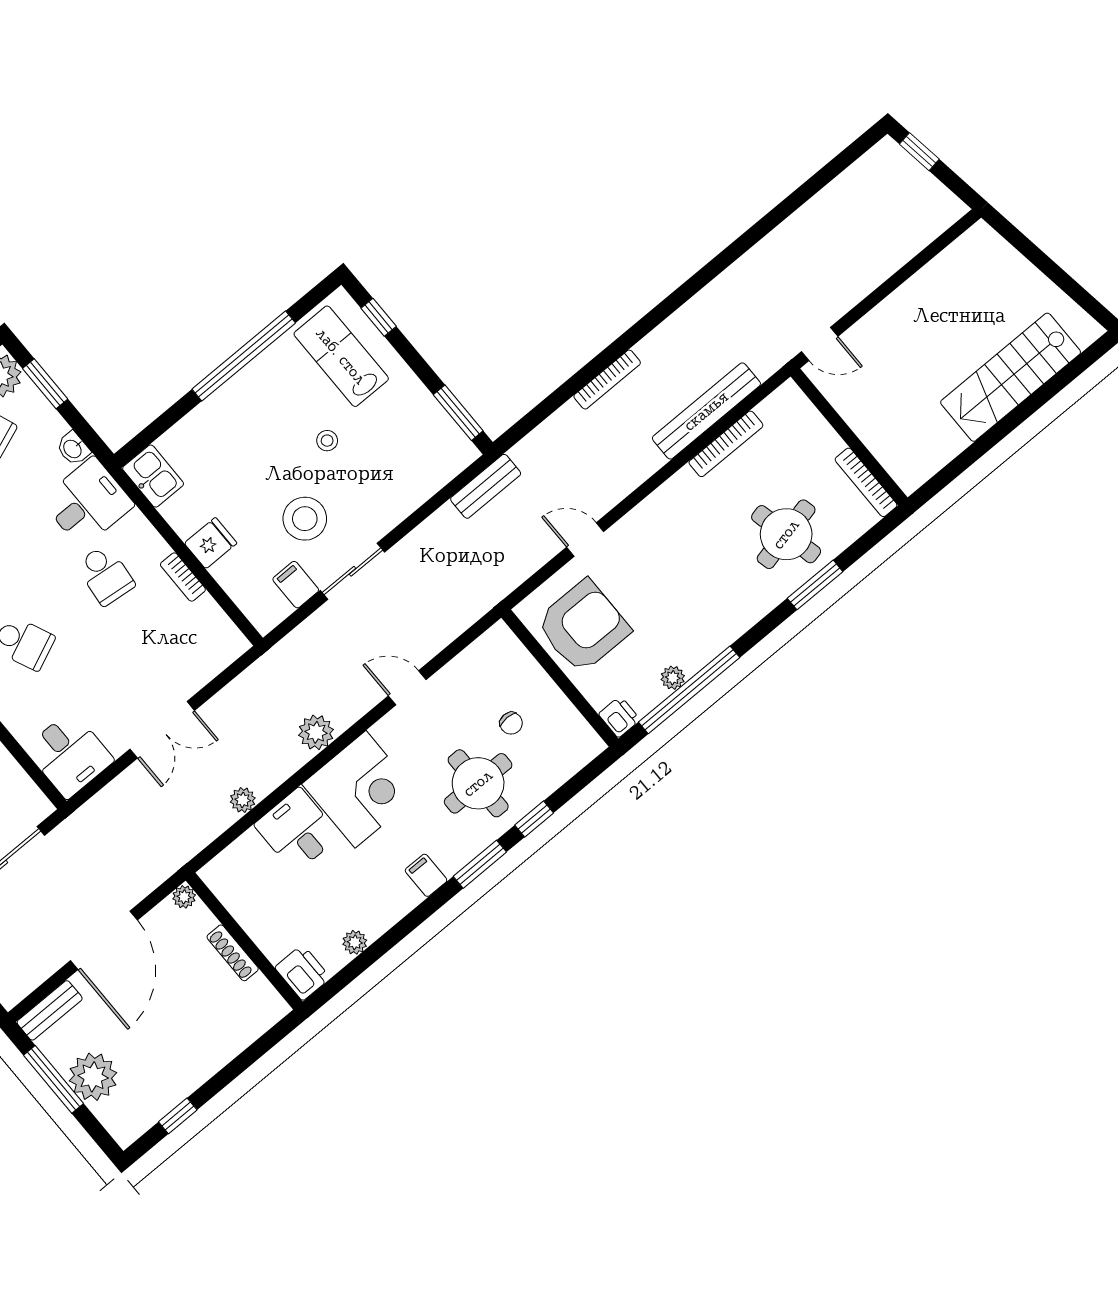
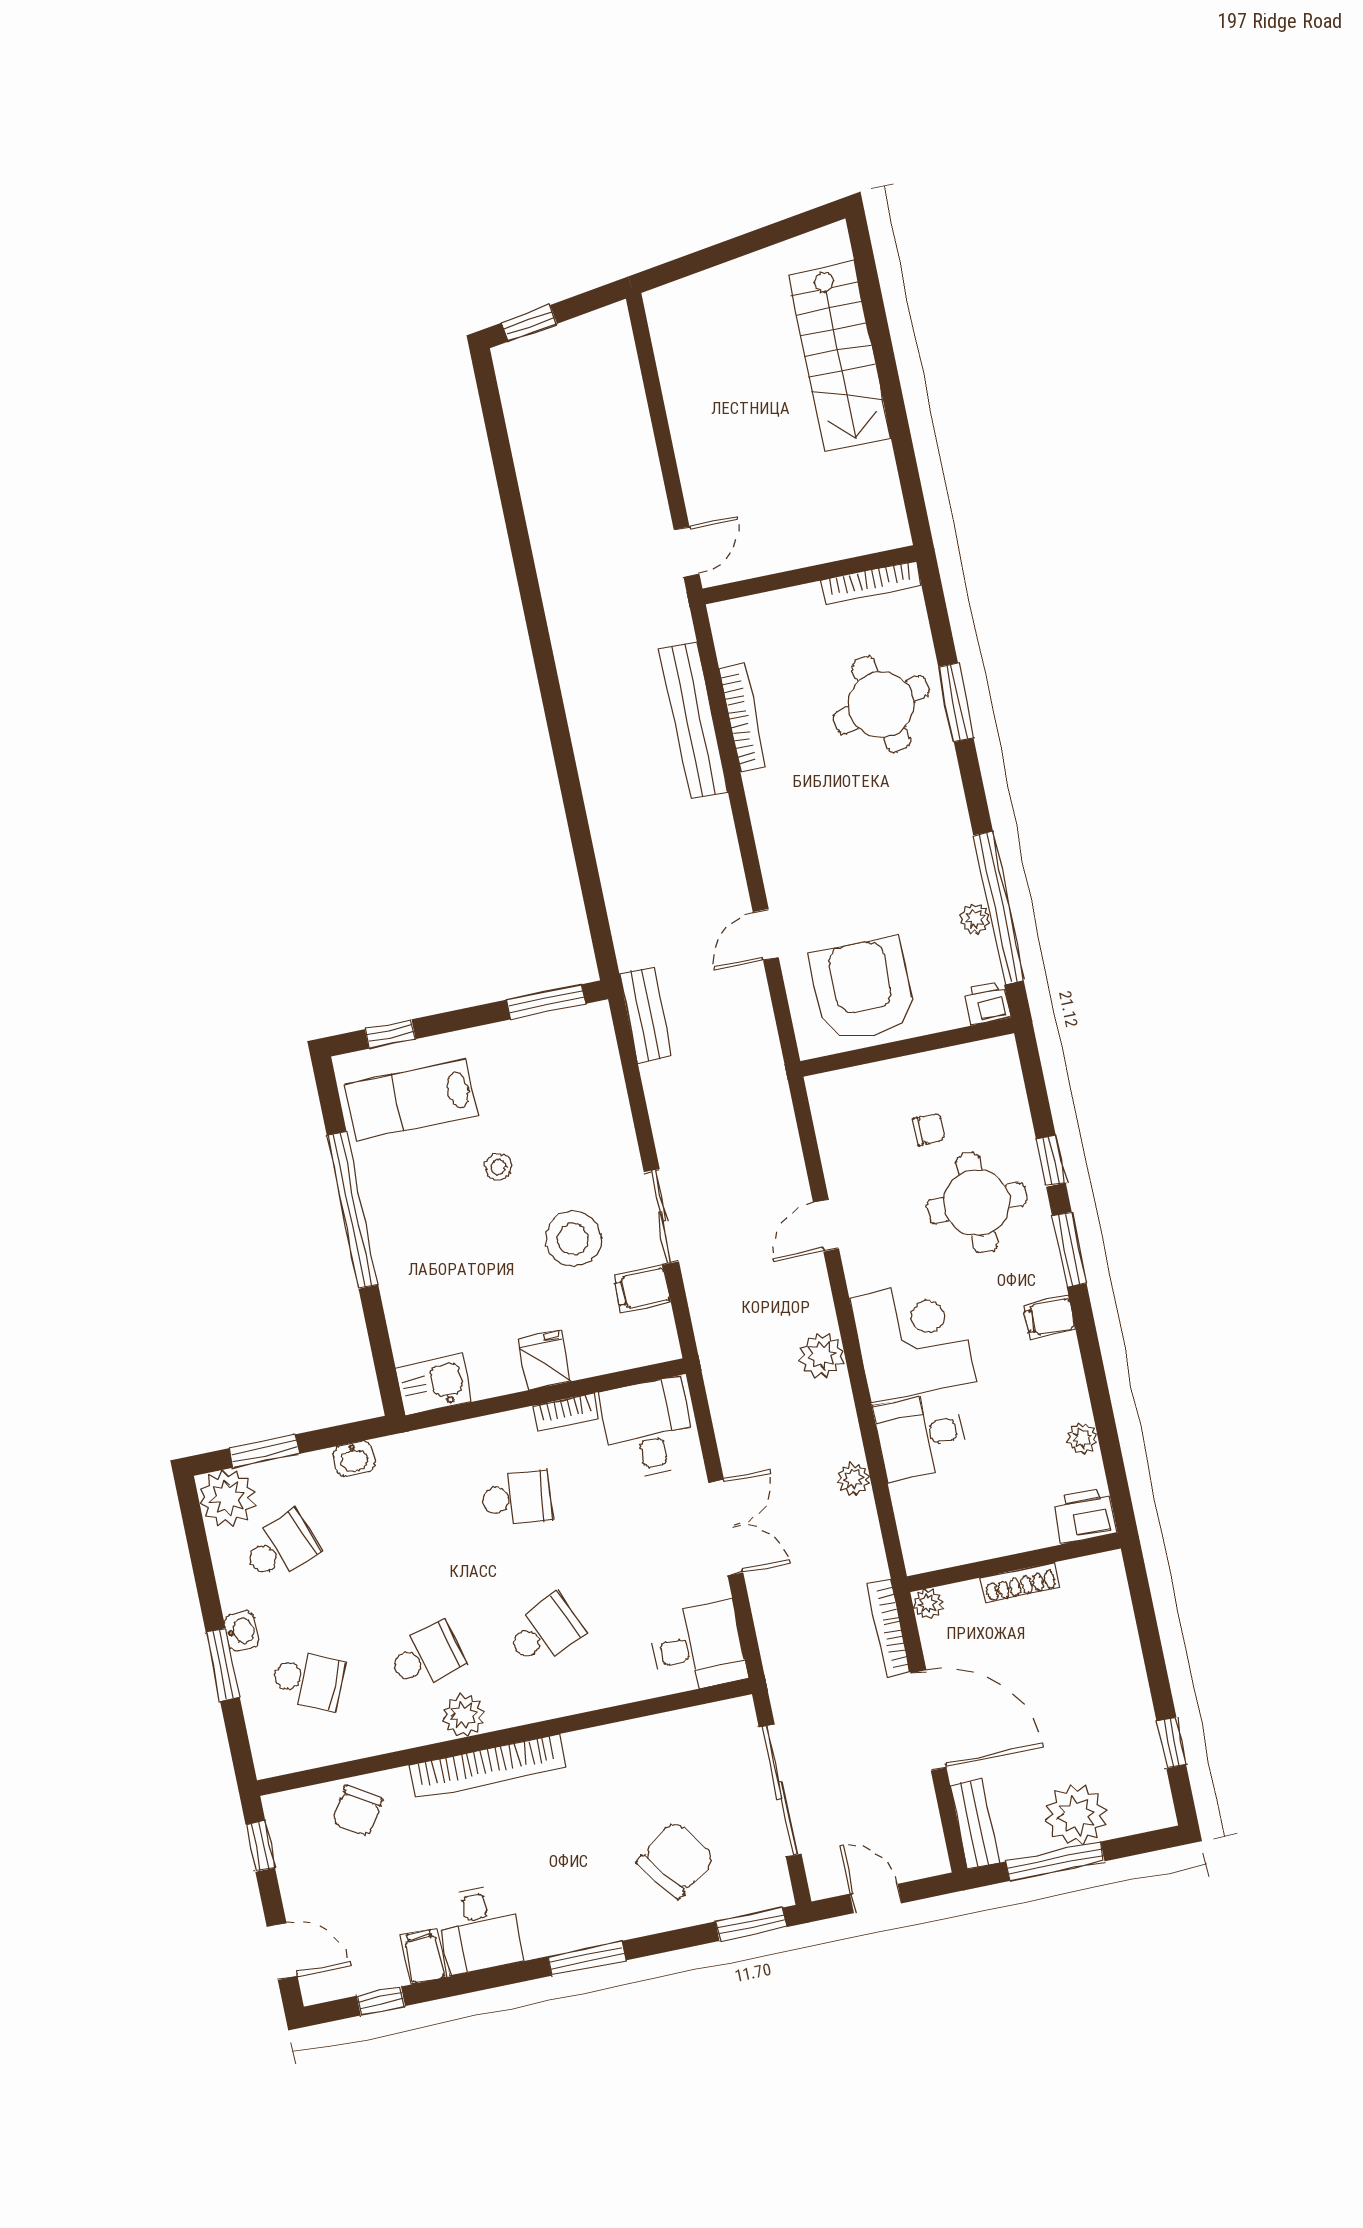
bookcase: (607, 380) -> (889, 1628), moved, turned 180
desk: (88, 502) -> (648, 1428), moved

